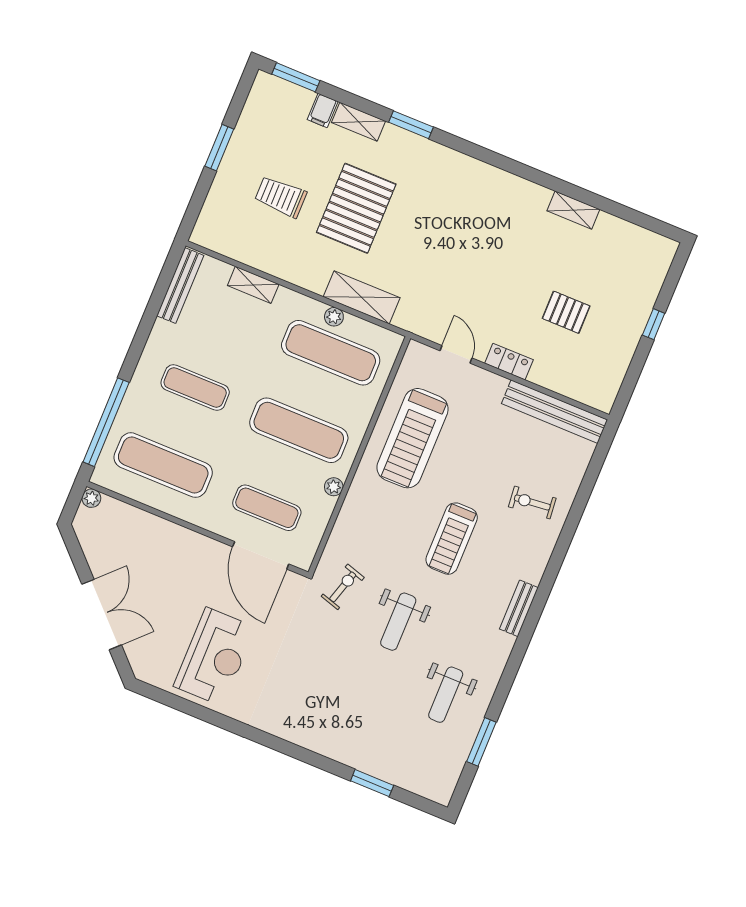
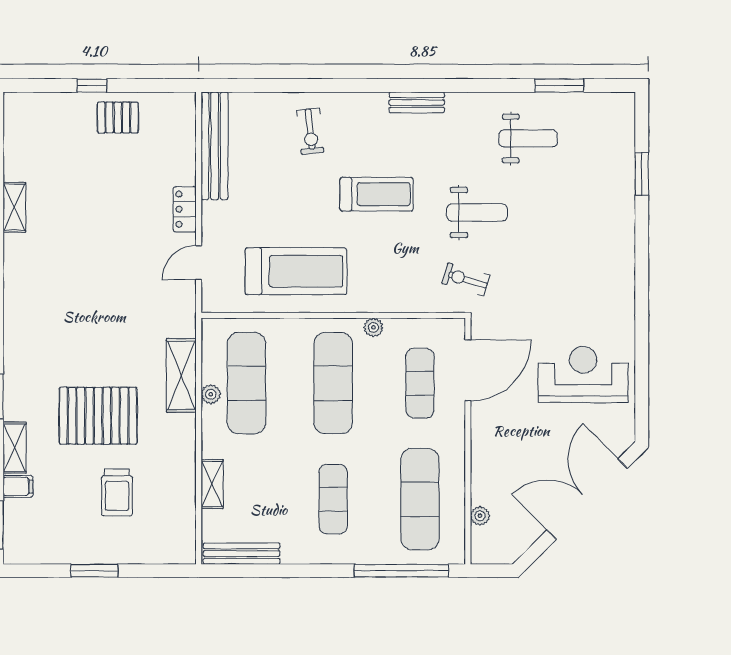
pallet: (566, 312) -> (118, 118), moved, turned 90
plant: (91, 498) -> (480, 516), moved
double door: (102, 615) -> (587, 499), width x1.36

